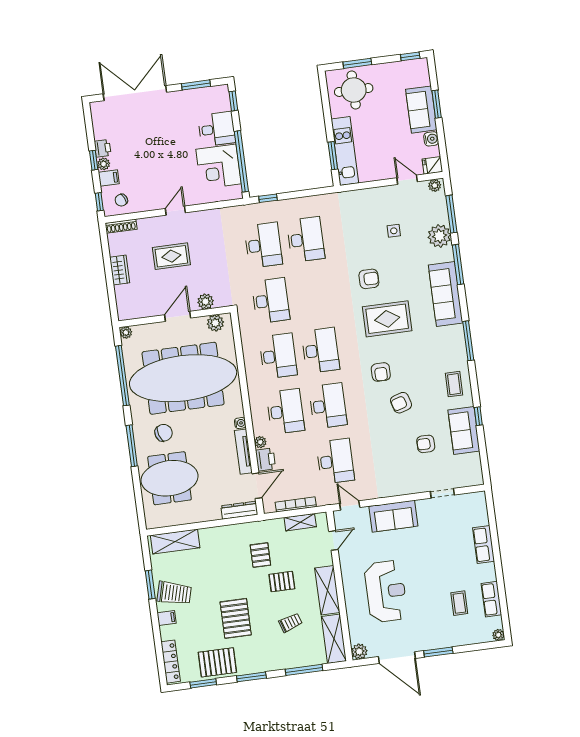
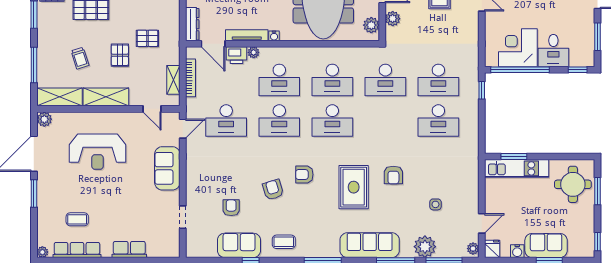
row of seats: (491, 599) -> (77, 250), width x1.48

